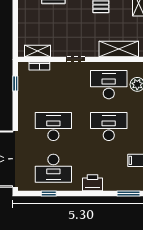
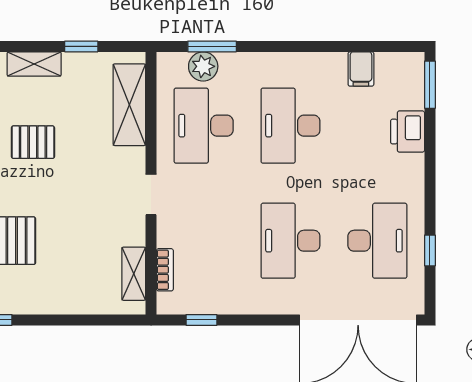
printer: (92, 183) -> (408, 132), moved

